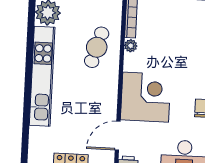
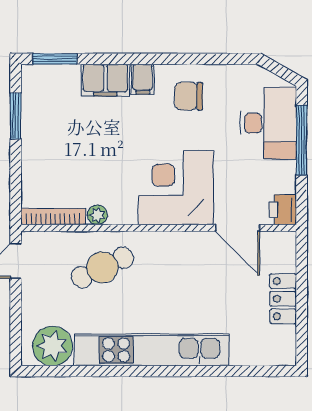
cafe table: (97, 47) -> (102, 267), turned -42

